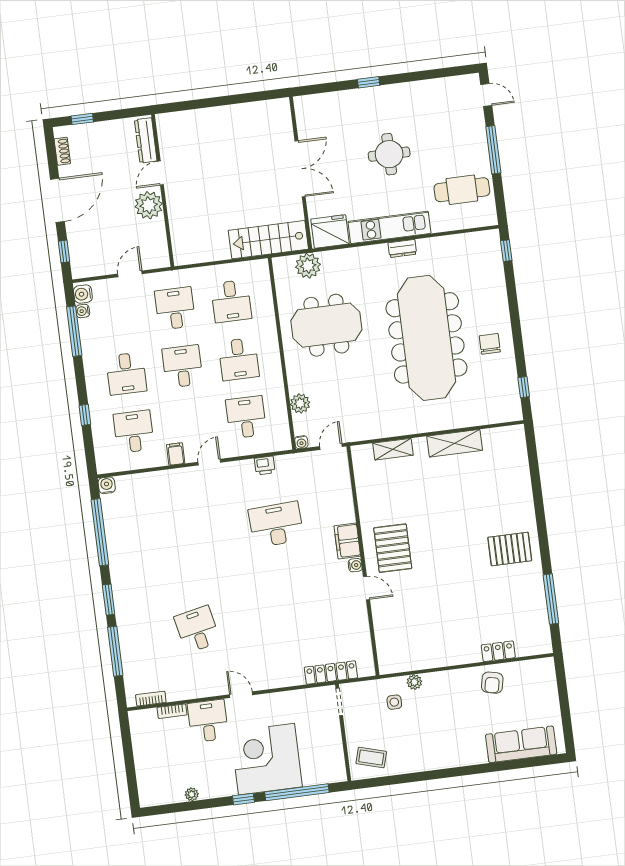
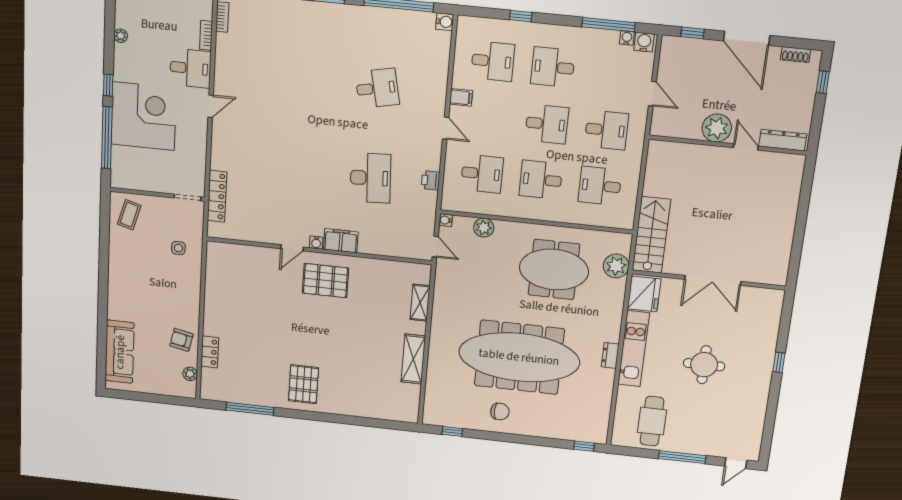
meeting table: (326, 325) -> (554, 270), turned 90
desk: (197, 629) -> (377, 88), moved
plant: (414, 682) -> (190, 374), moved

